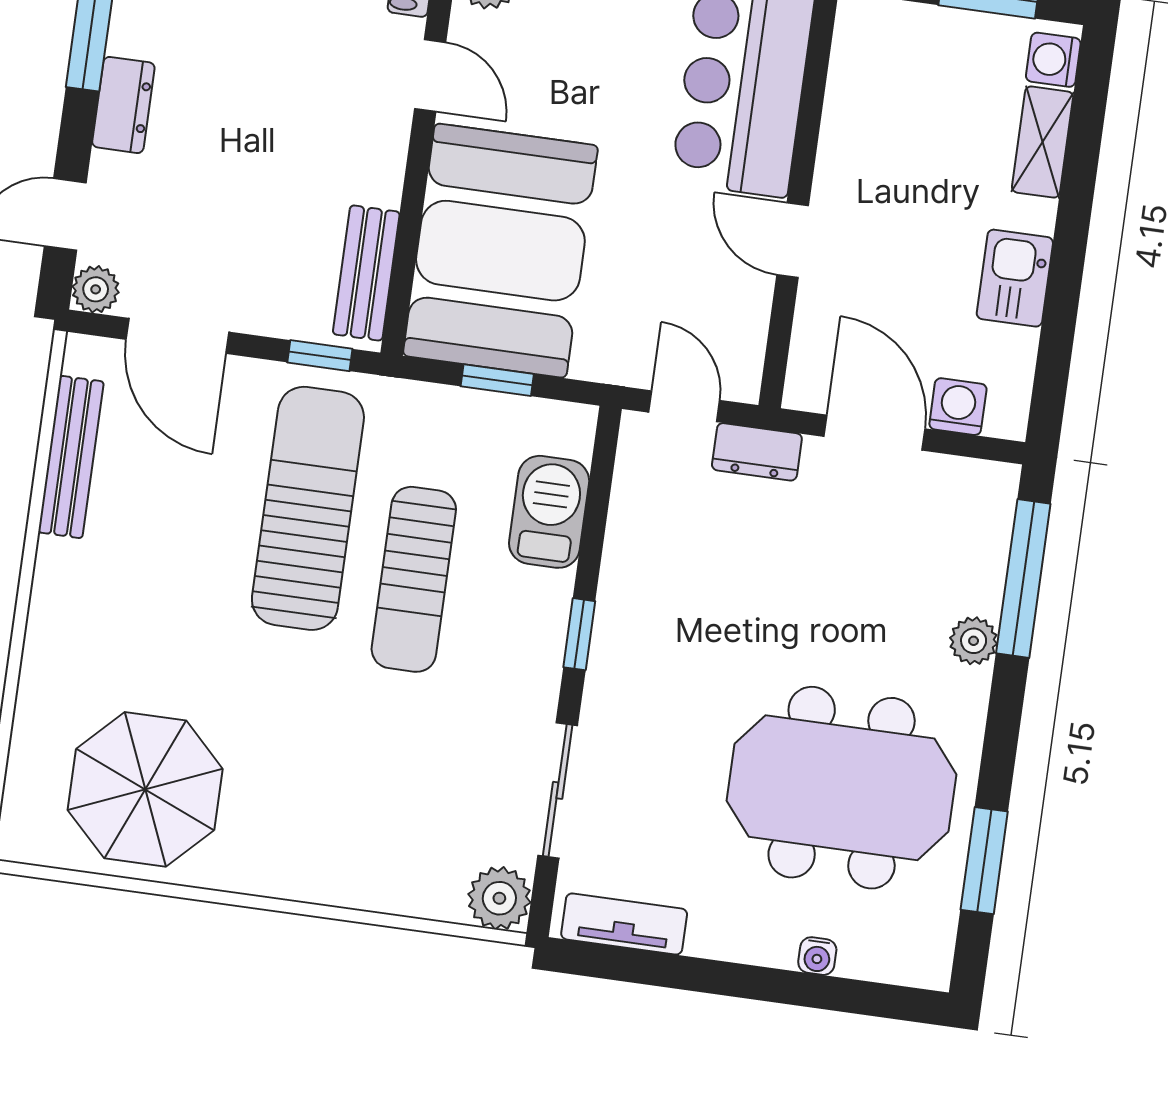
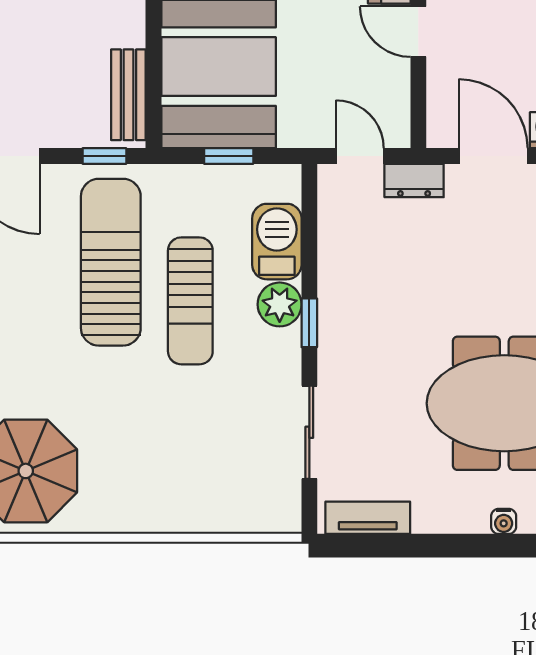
plant: (499, 898) -> (280, 304), moved

